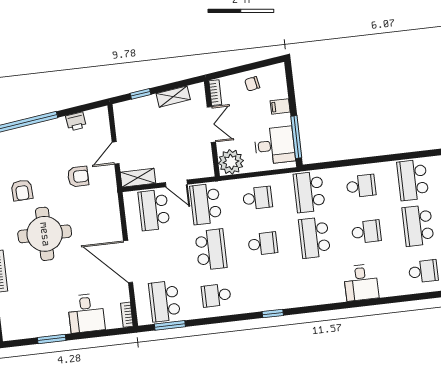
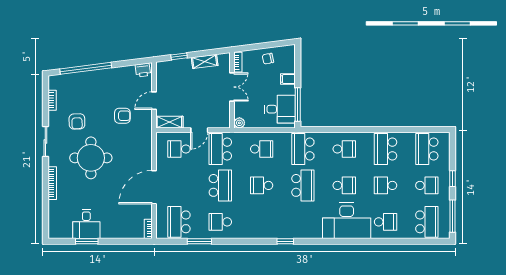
printer: (76, 121) -> (143, 70), moved
plant: (231, 162) -> (239, 123), width x0.53, depth x0.53
door: (176, 183) -> (199, 130), hinge flipped
school desk: (154, 210) -> (179, 149), width x0.54
school desk: (418, 226) -> (386, 185), width x0.54
school desk: (314, 238) -> (303, 185), turned 180
school desk: (263, 244) -> (262, 185), turned 180
door: (128, 261) -> (154, 187), hinge flipped
desk: (361, 283) -> (347, 221), width x1.87, depth x1.30
desk: (86, 313) -> (86, 224), moved
window: (273, 314) -> (285, 241), moved
window: (170, 325) -> (199, 241), moved

